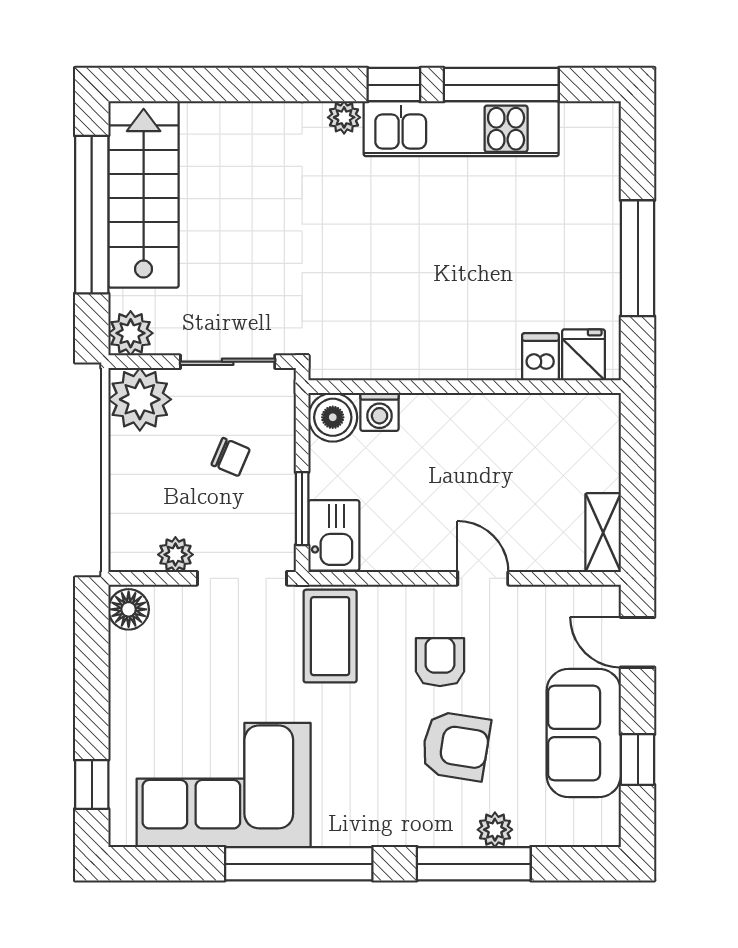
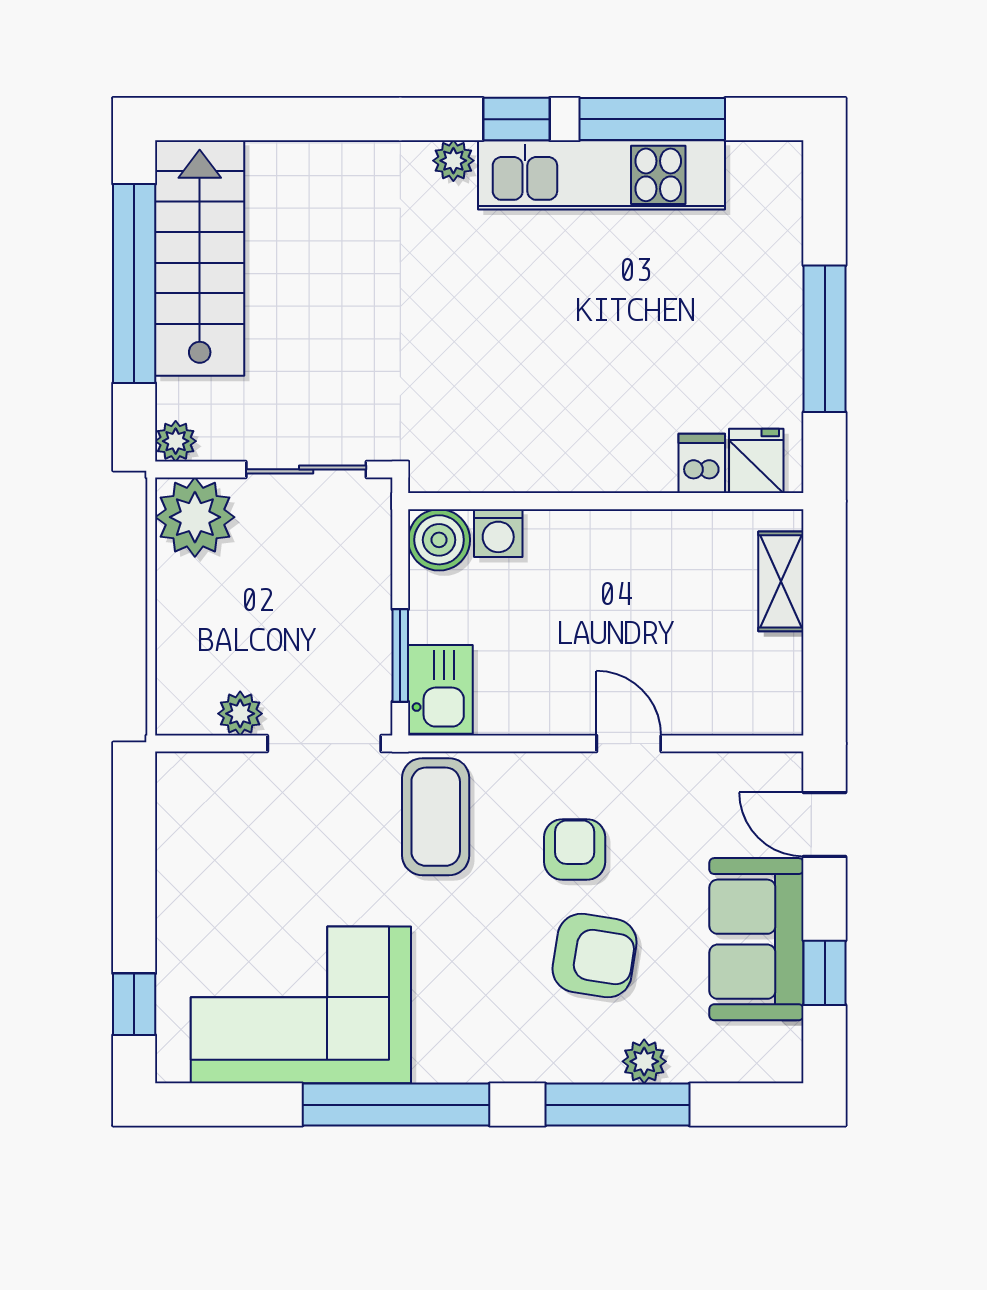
plant: (131, 333) -> (176, 441), width x0.73, depth x0.73
chair: (231, 457) -> (310, 590), removed
shelving: (603, 533) -> (781, 581), moved
floor lamp: (129, 609) -> (181, 783), removed

